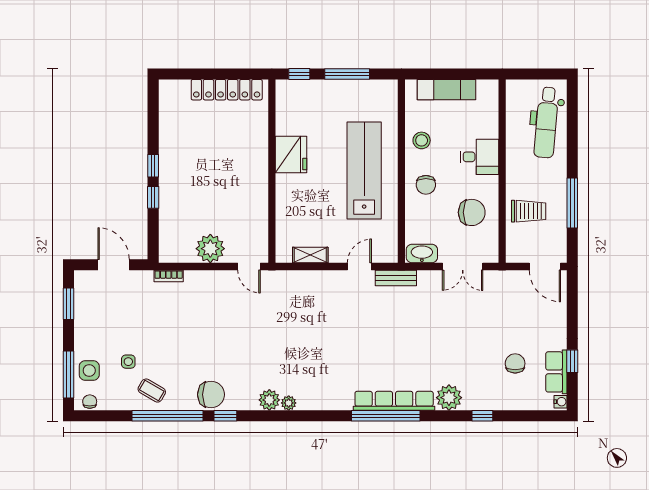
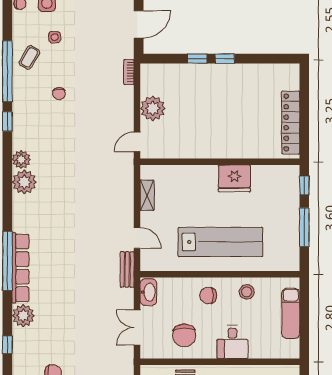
chair: (211, 395) -> (59, 93), moved, width x0.54, depth x0.54
plant: (289, 403) -> (24, 182), width x1.88, depth x1.88

